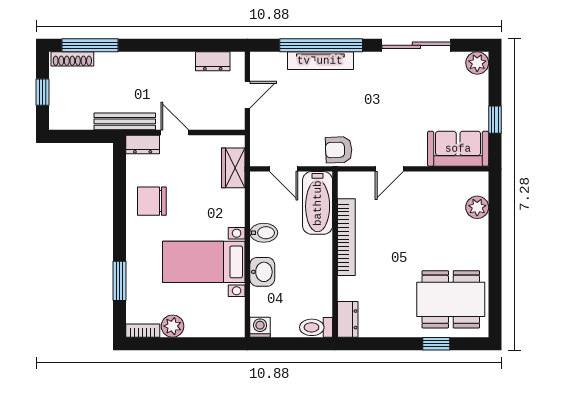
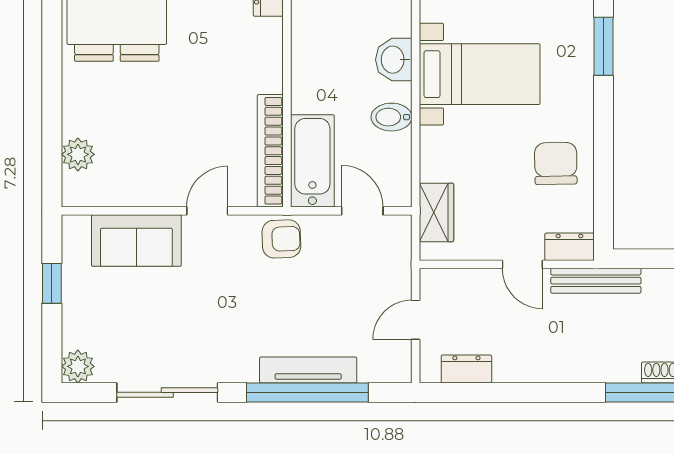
sofa: (458, 149) -> (136, 241), moved
chair: (152, 201) -> (556, 163), turned -91
bookcase: (346, 237) -> (270, 151), moved

